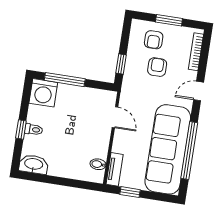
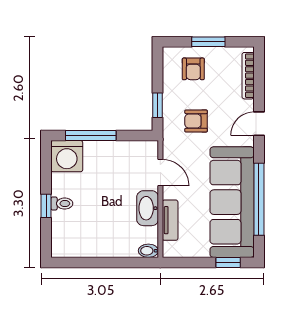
armchair: (157, 67) -> (196, 121), moved, turned -90
washbasin: (34, 164) -> (148, 208), moved, turned -90
bidet: (98, 164) -> (148, 251), moved
tv unit: (115, 169) -> (170, 220), moved
window: (130, 192) -> (228, 262), moved

